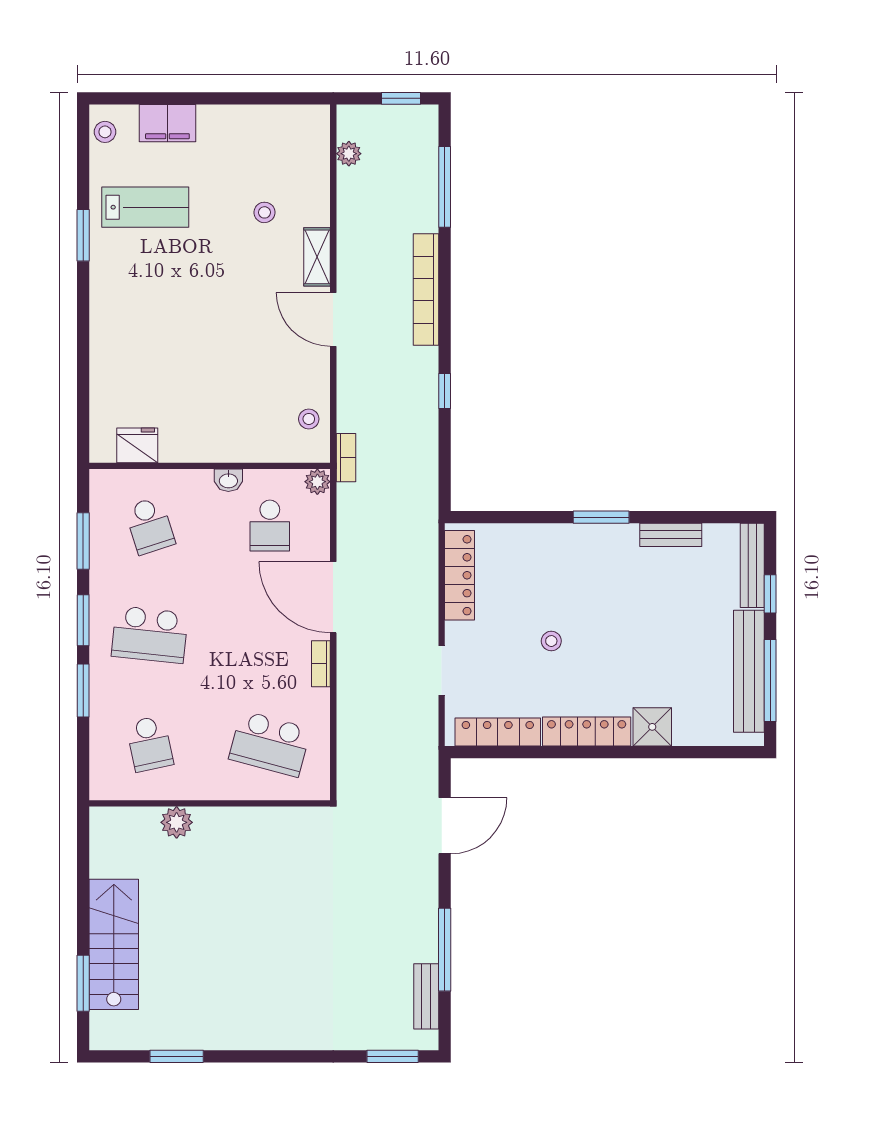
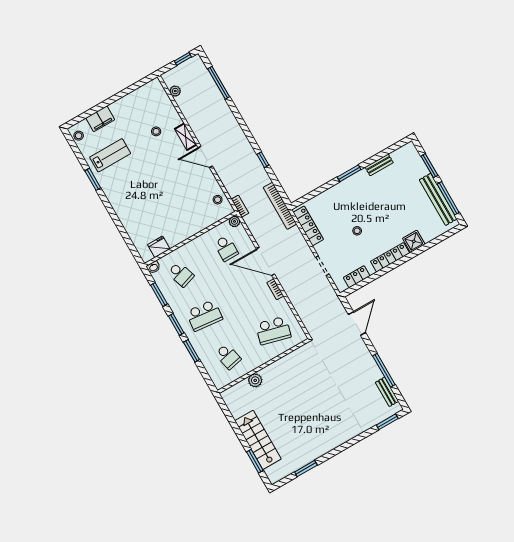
bookcase: (426, 290) -> (280, 206), moved
washbasin: (228, 480) -> (153, 267), moved
bench: (752, 565) -> (416, 159), removed
window: (770, 594) -> (429, 166), width x1.50
locker: (498, 732) -> (357, 277), width x0.66

